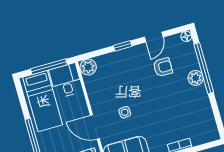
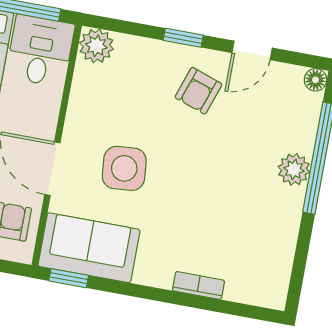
armchair: (163, 67) -> (198, 91), moved, turned 109
side table: (125, 112) -> (124, 168), width x1.87, depth x1.87

